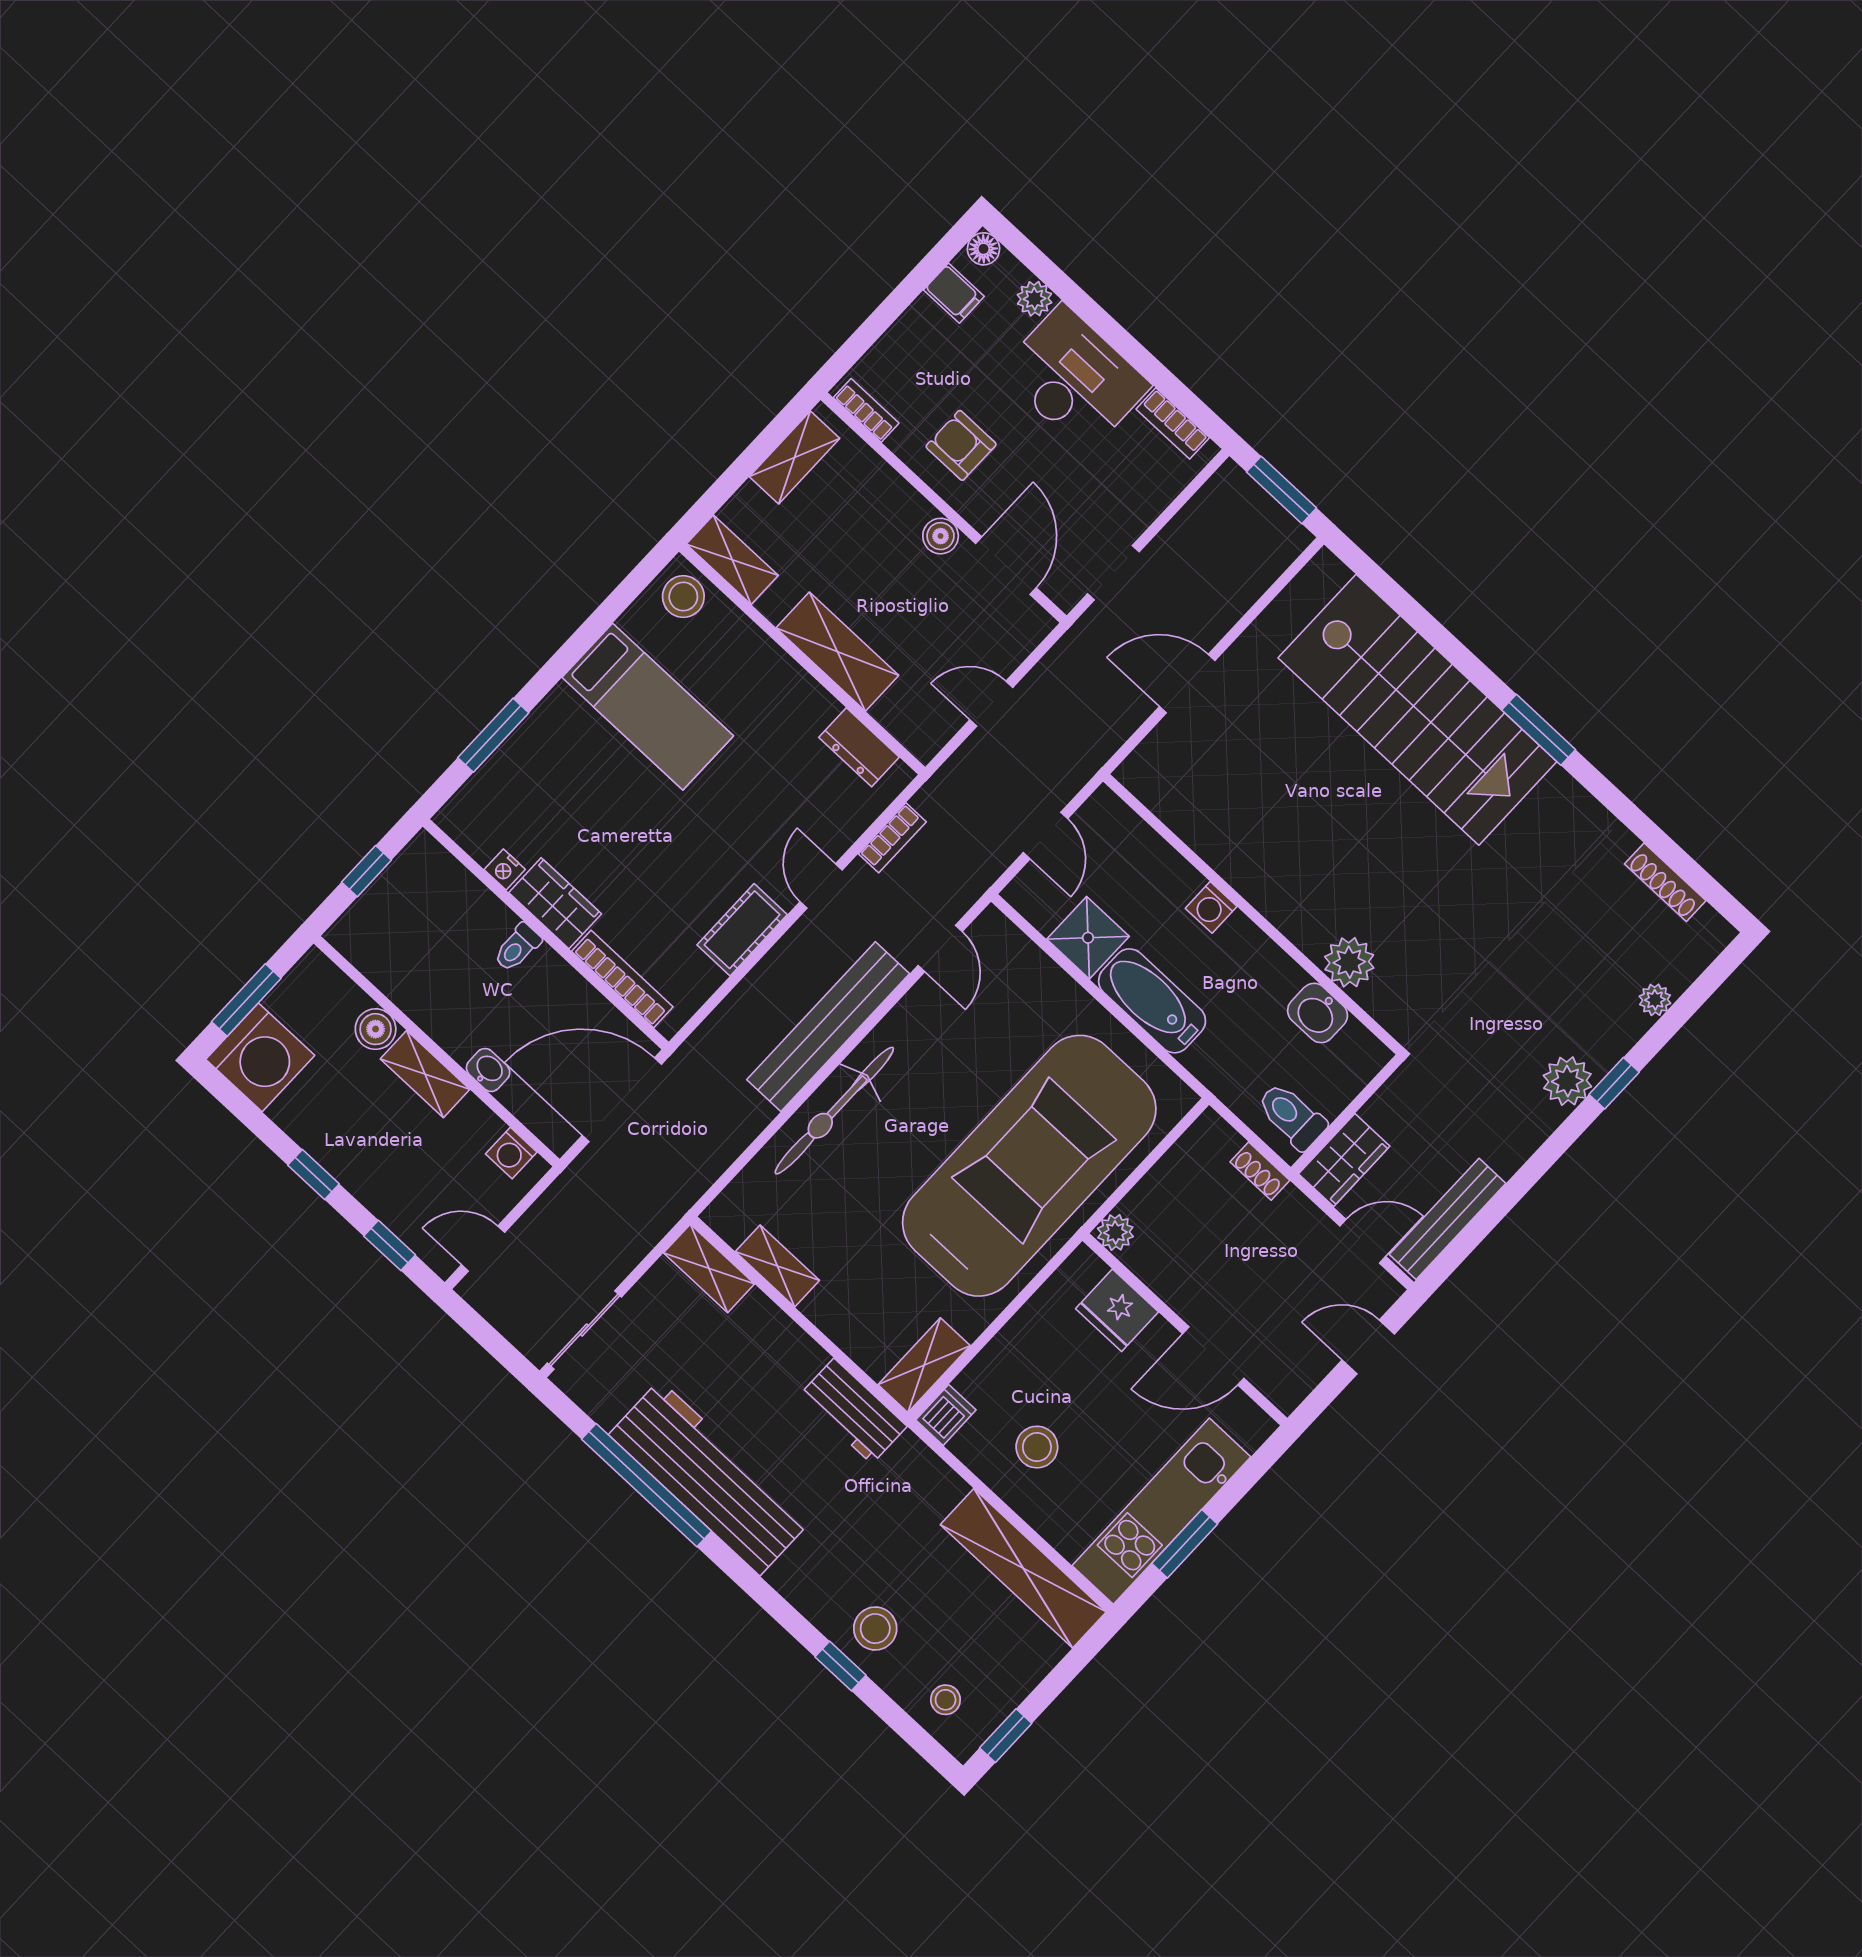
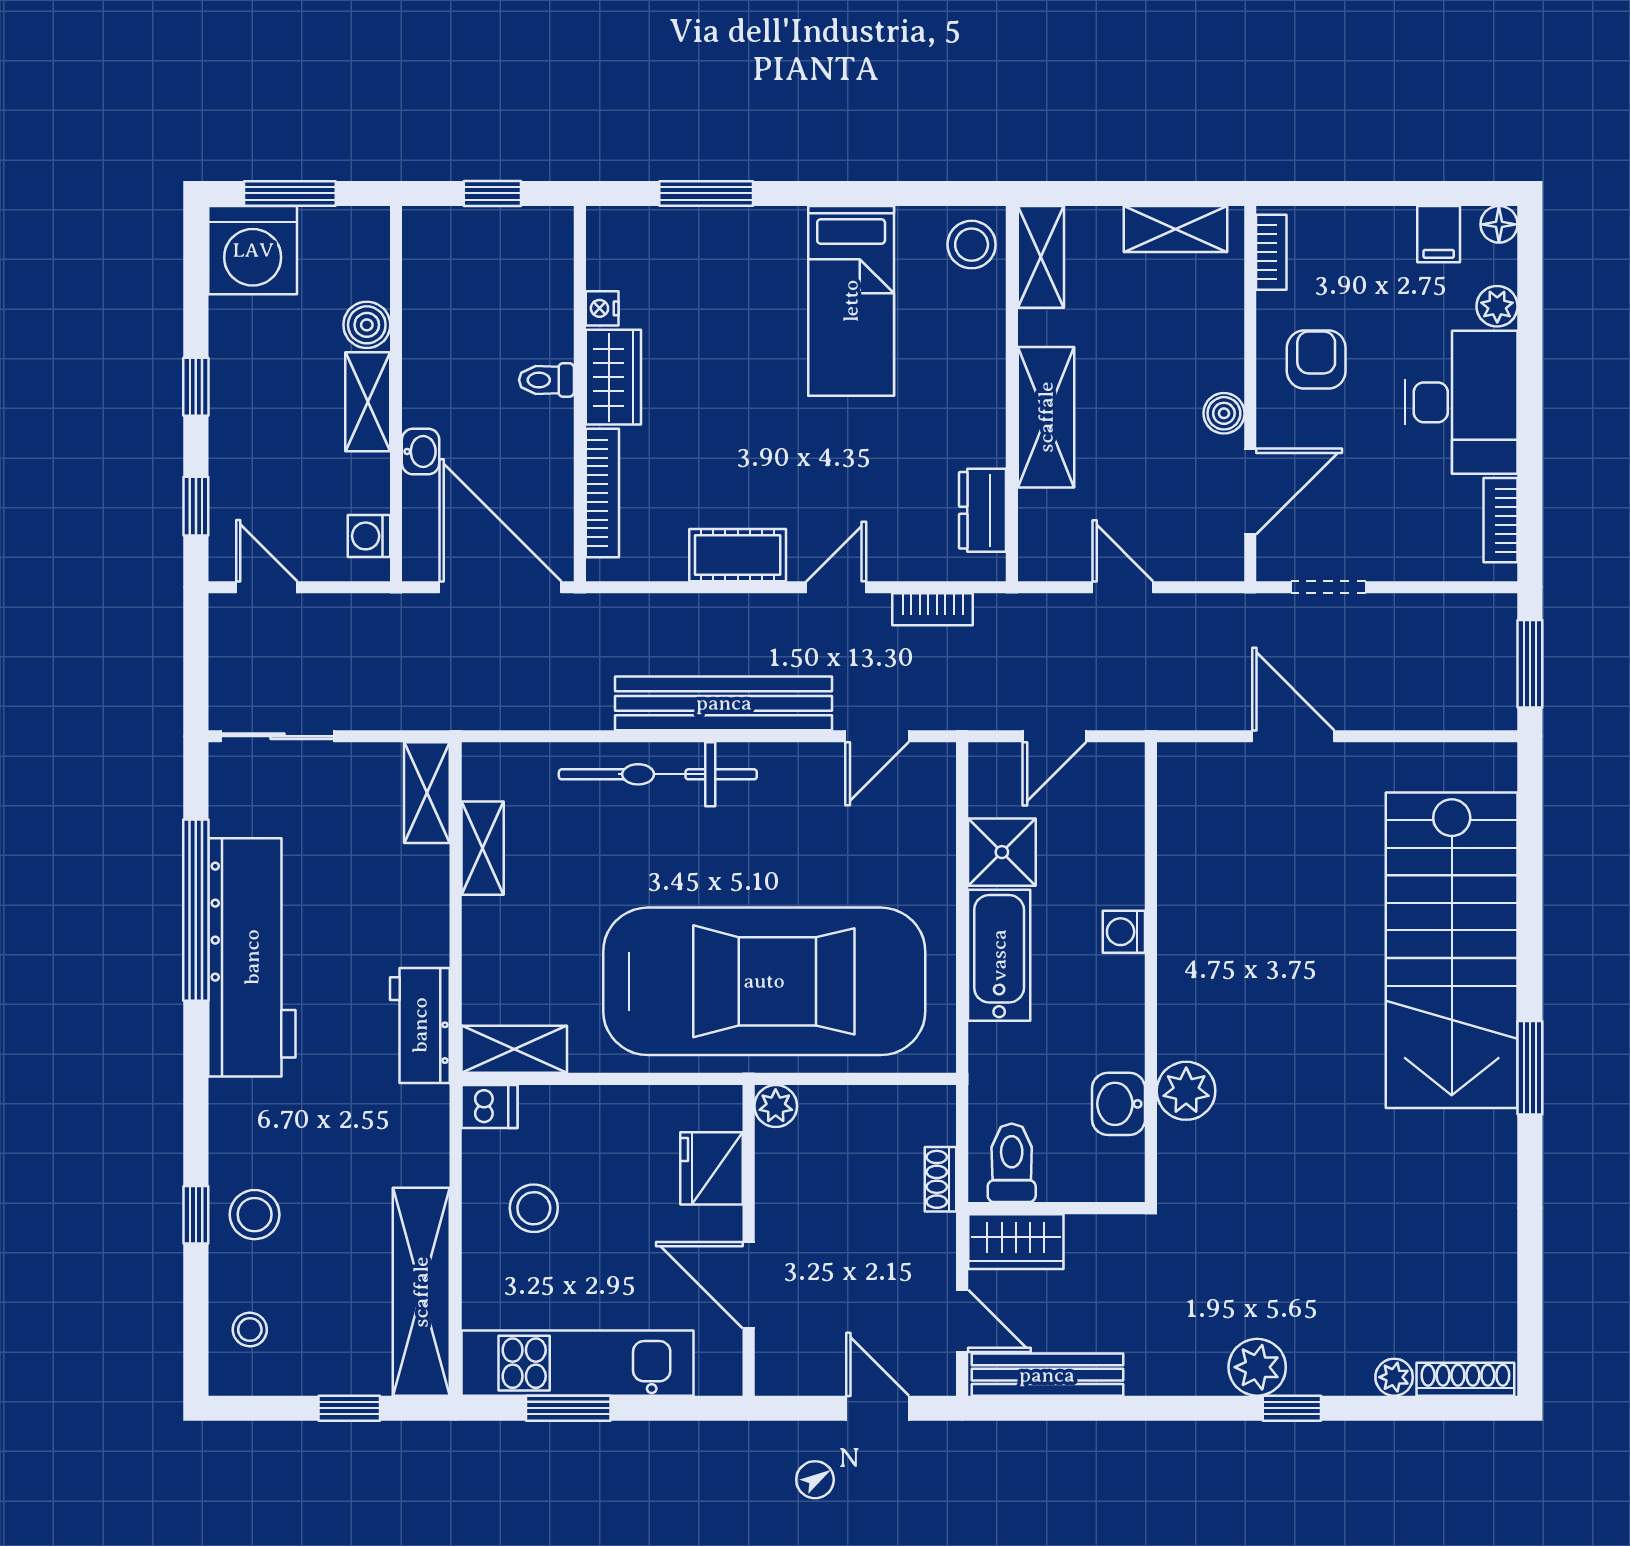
shoe rack: (1665, 882) -> (1465, 1379), moved, turned 90
window: (1006, 1736) -> (349, 1408), moved

